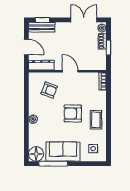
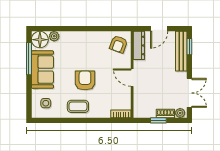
bench: (42, 27) -> (181, 51), width x1.36
door: (70, 71) -> (132, 78), swing flipped
armchair: (49, 90) -> (118, 44), moved
plant: (33, 119) -> (54, 36), moved

